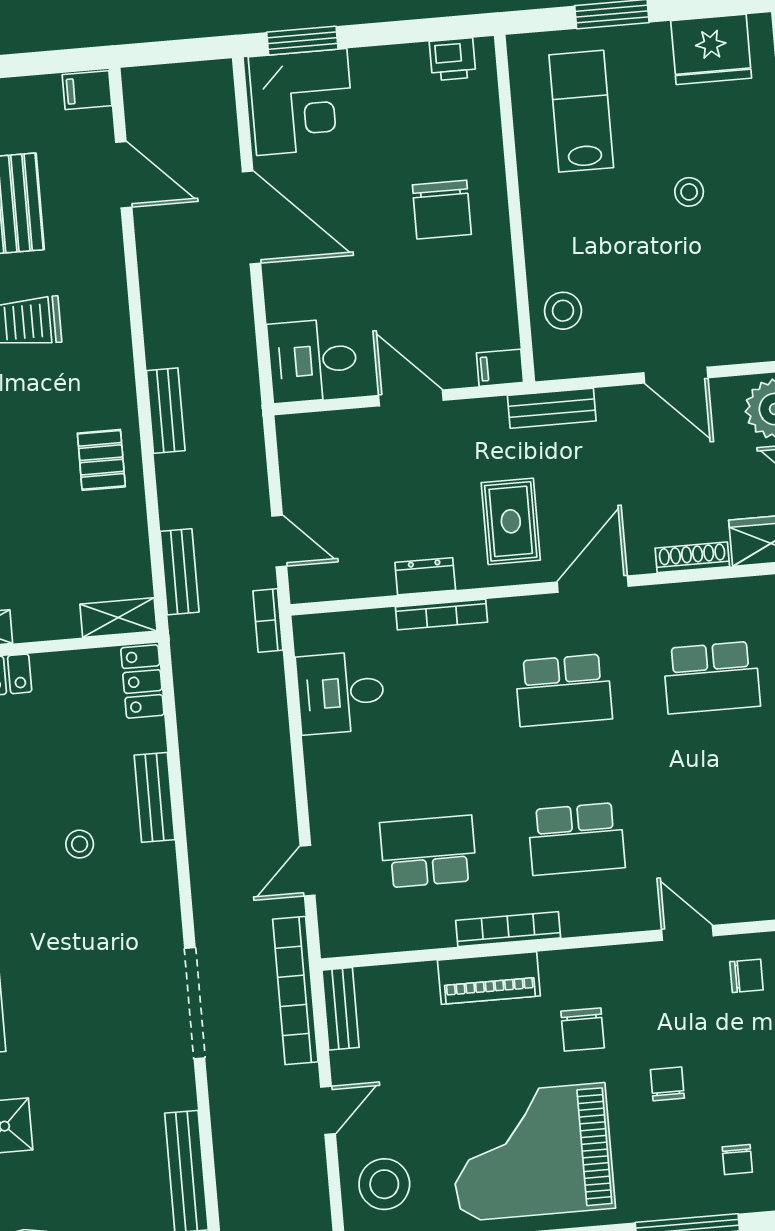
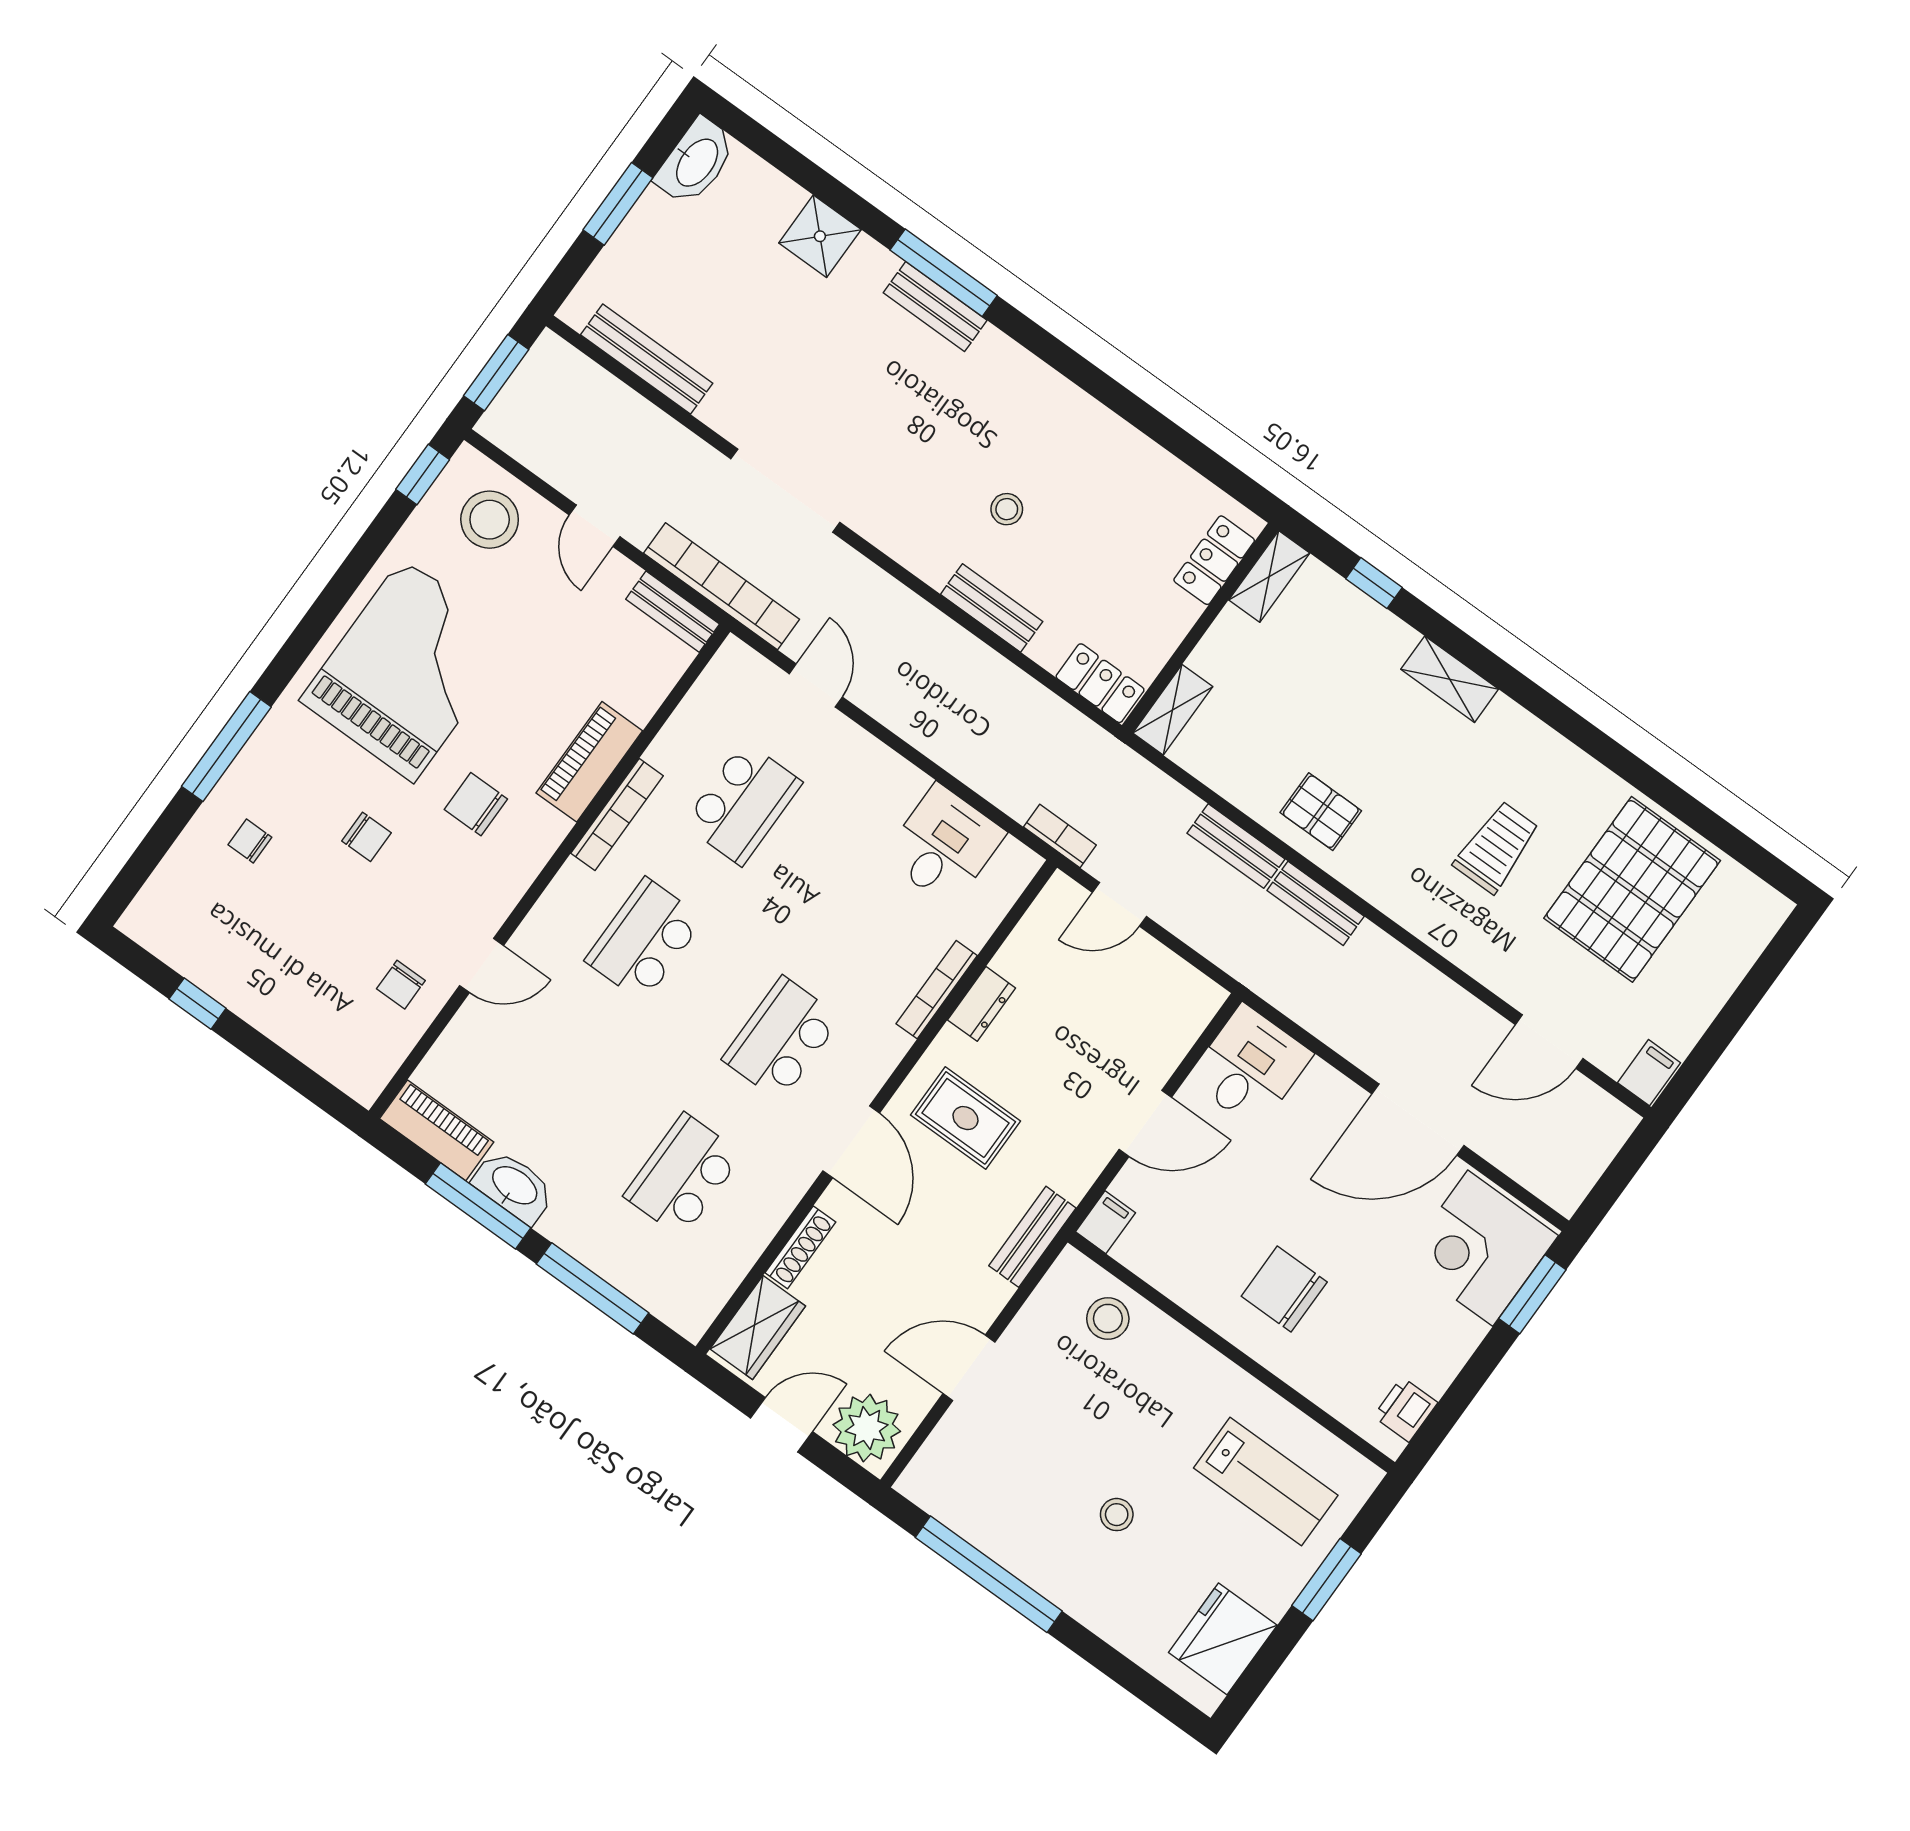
bench: (180, 572) -> (1236, 846), moved

